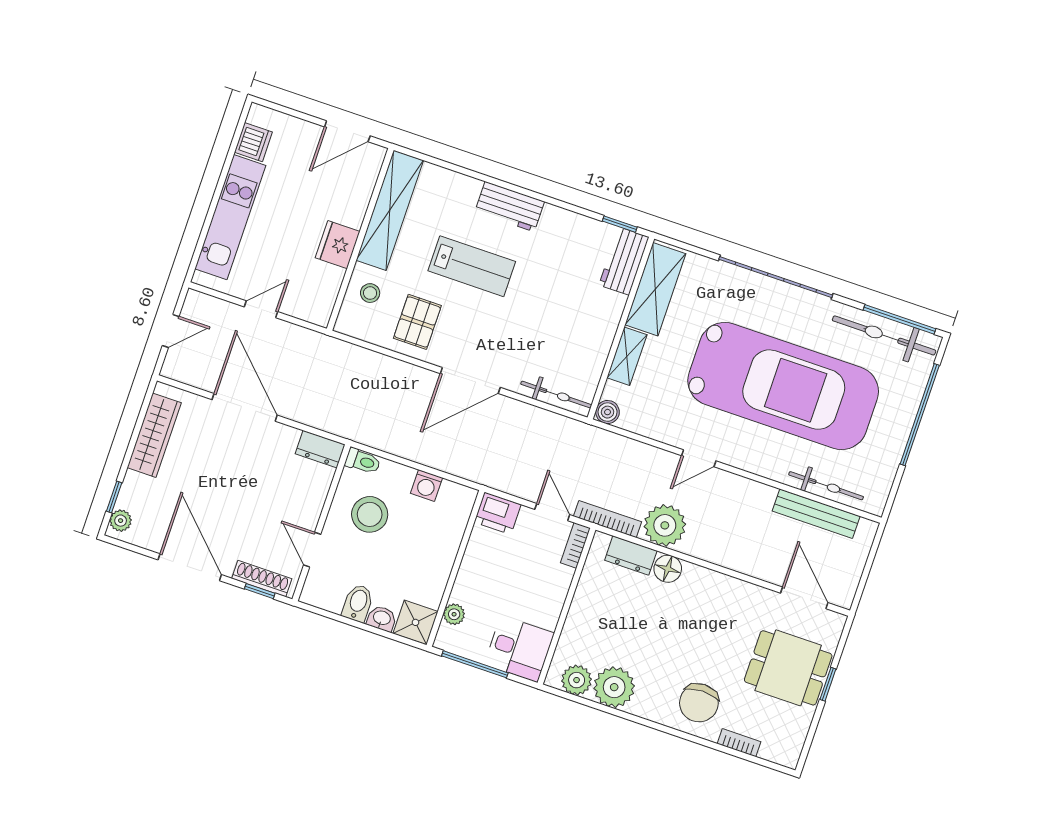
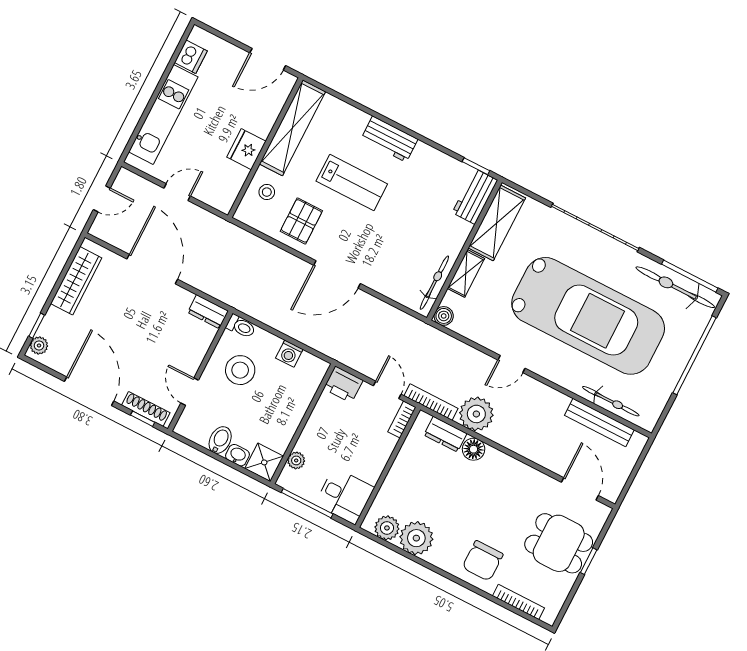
bicycle: (556, 395) -> (434, 283), moved, turned -90
bookcase: (739, 743) -> (519, 602), width x1.56

